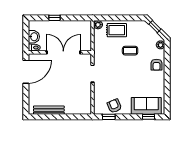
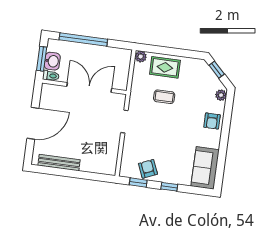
window: (54, 18) -> (83, 40), width x3.17
window: (26, 36) -> (42, 59), added
coffee table: (130, 51) -> (164, 97), moved
door: (26, 72) -> (33, 123), moved
sofa: (146, 106) -> (205, 168), moved, turned -90
window: (149, 117) -> (169, 187), moved

